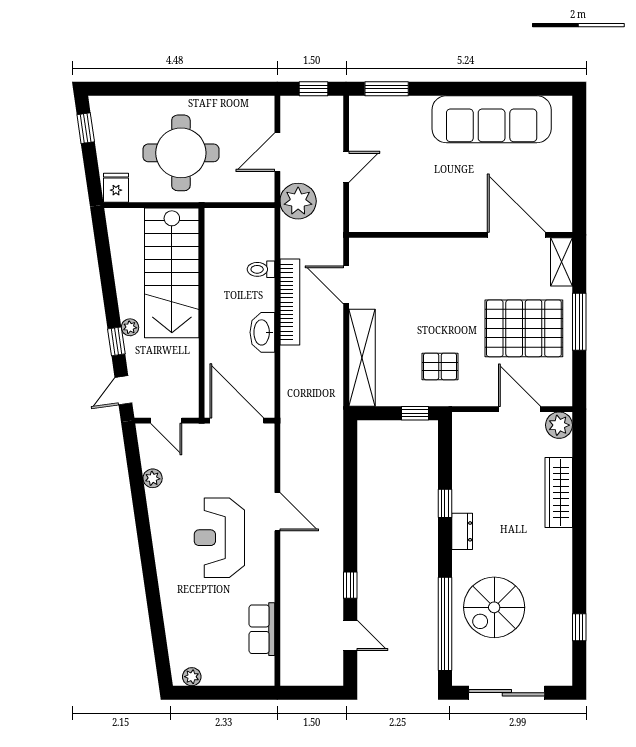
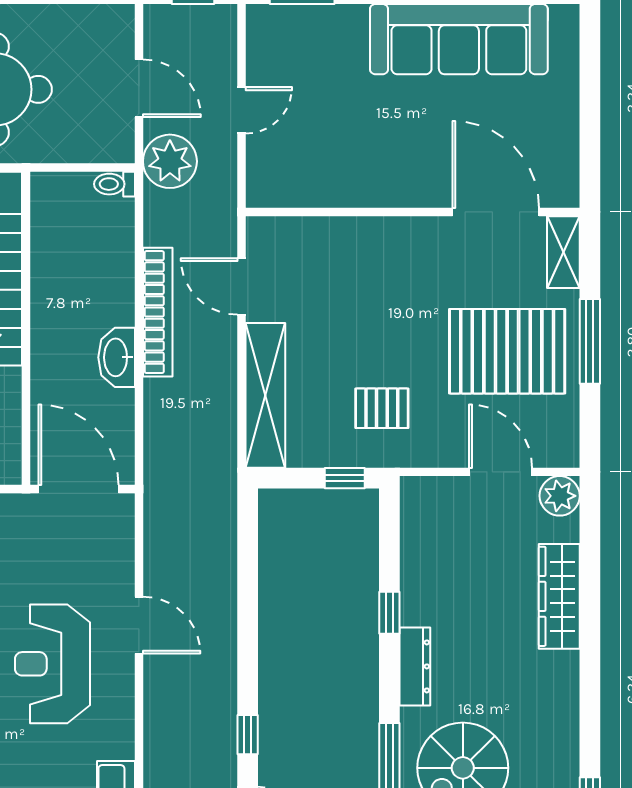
door: (277, 152) -> (139, 88), swing flipped
toilet: (261, 269) -> (115, 184), moved
dresser: (462, 531) -> (415, 666), width x1.44

